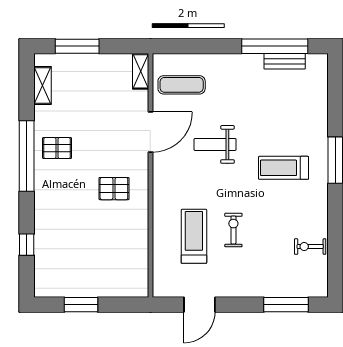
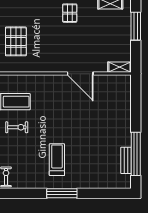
exercise mat: (182, 85) -> (111, 94), removed
weight bench: (215, 144) -> (72, 115), removed
pallet: (114, 189) -> (16, 41), moved, width x1.50, depth x1.42

